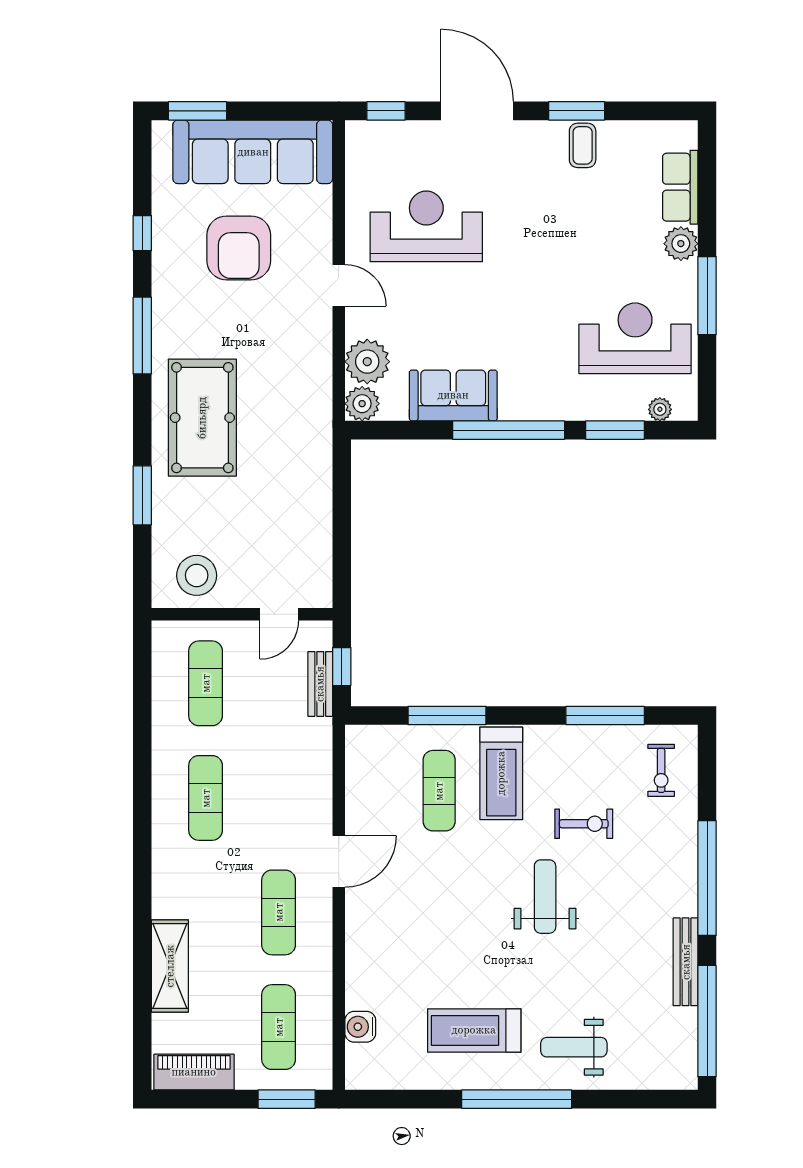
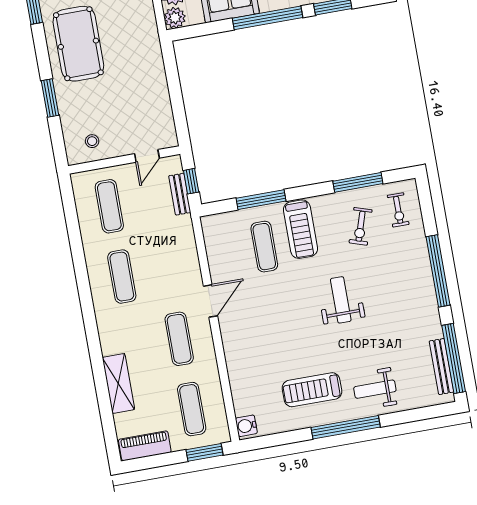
stool: (197, 575) -> (92, 141), width x0.53, depth x0.53
exercise bike: (584, 824) -> (361, 226), moved, turned 108
bench: (686, 962) -> (441, 367), moved
water cooler: (360, 1027) -> (246, 426), moved

